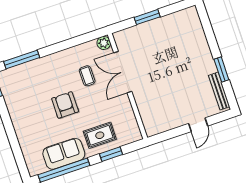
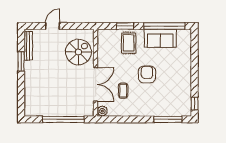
window: (147, 17) -> (63, 119), width x2.11
spiral stairs: (156, 104) -> (78, 52), added
armchair: (65, 105) -> (147, 74), turned 180
rug: (100, 135) -> (129, 43), turned 90

